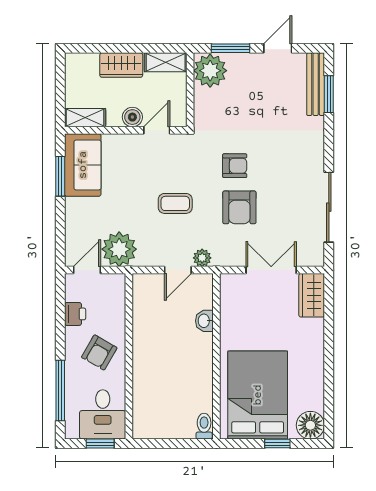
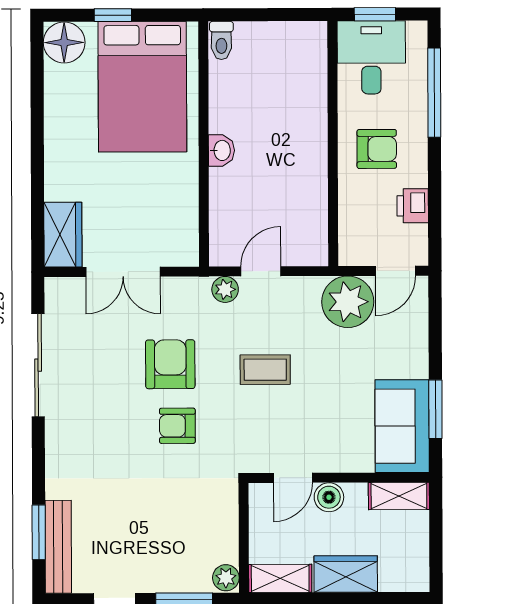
plant: (210, 71) -> (226, 578), width x0.53, depth x0.53
washbasin: (204, 321) -> (221, 150), moved
armchair: (99, 352) -> (377, 149), turned 60

